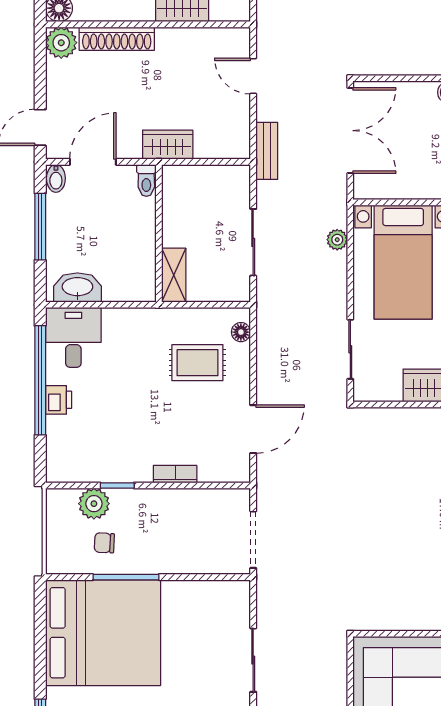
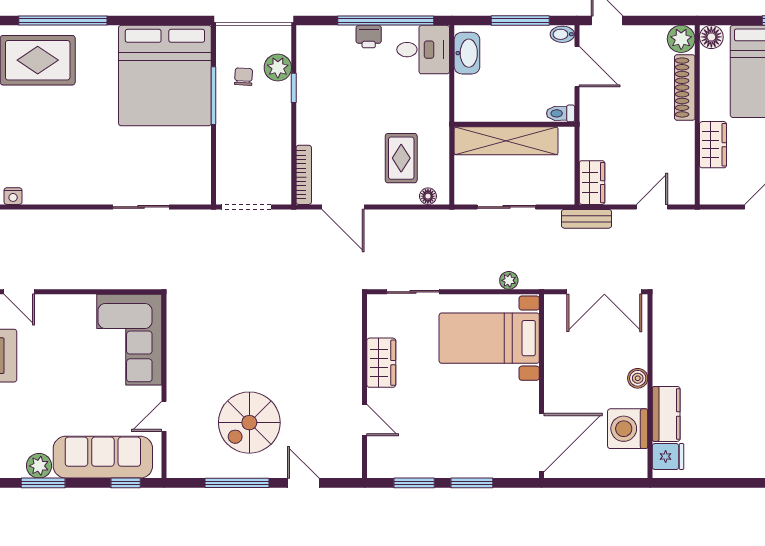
wardrobe: (168, 145) -> (592, 183), moved
shelving: (174, 275) -> (506, 141), width x2.20, depth x1.33
bookcase: (175, 474) -> (304, 175), moved, width x1.56

